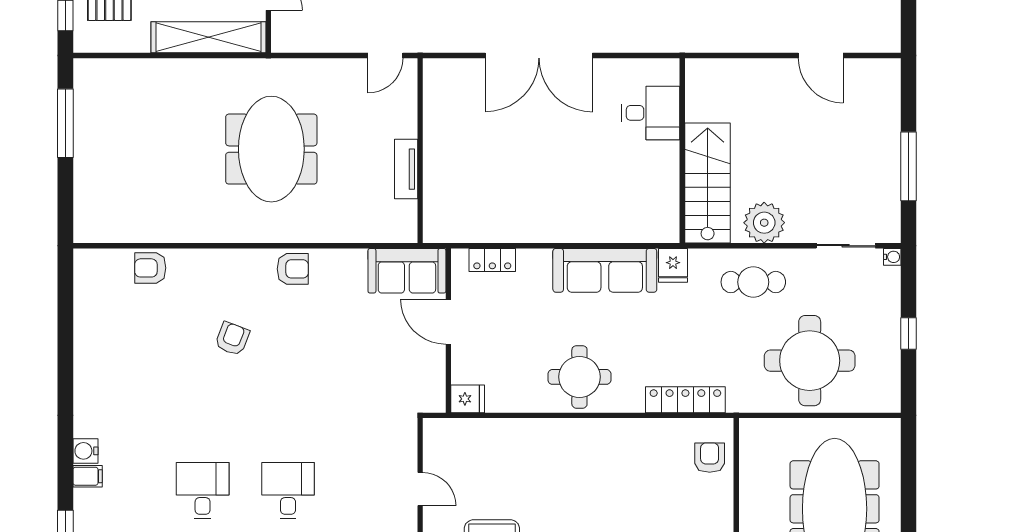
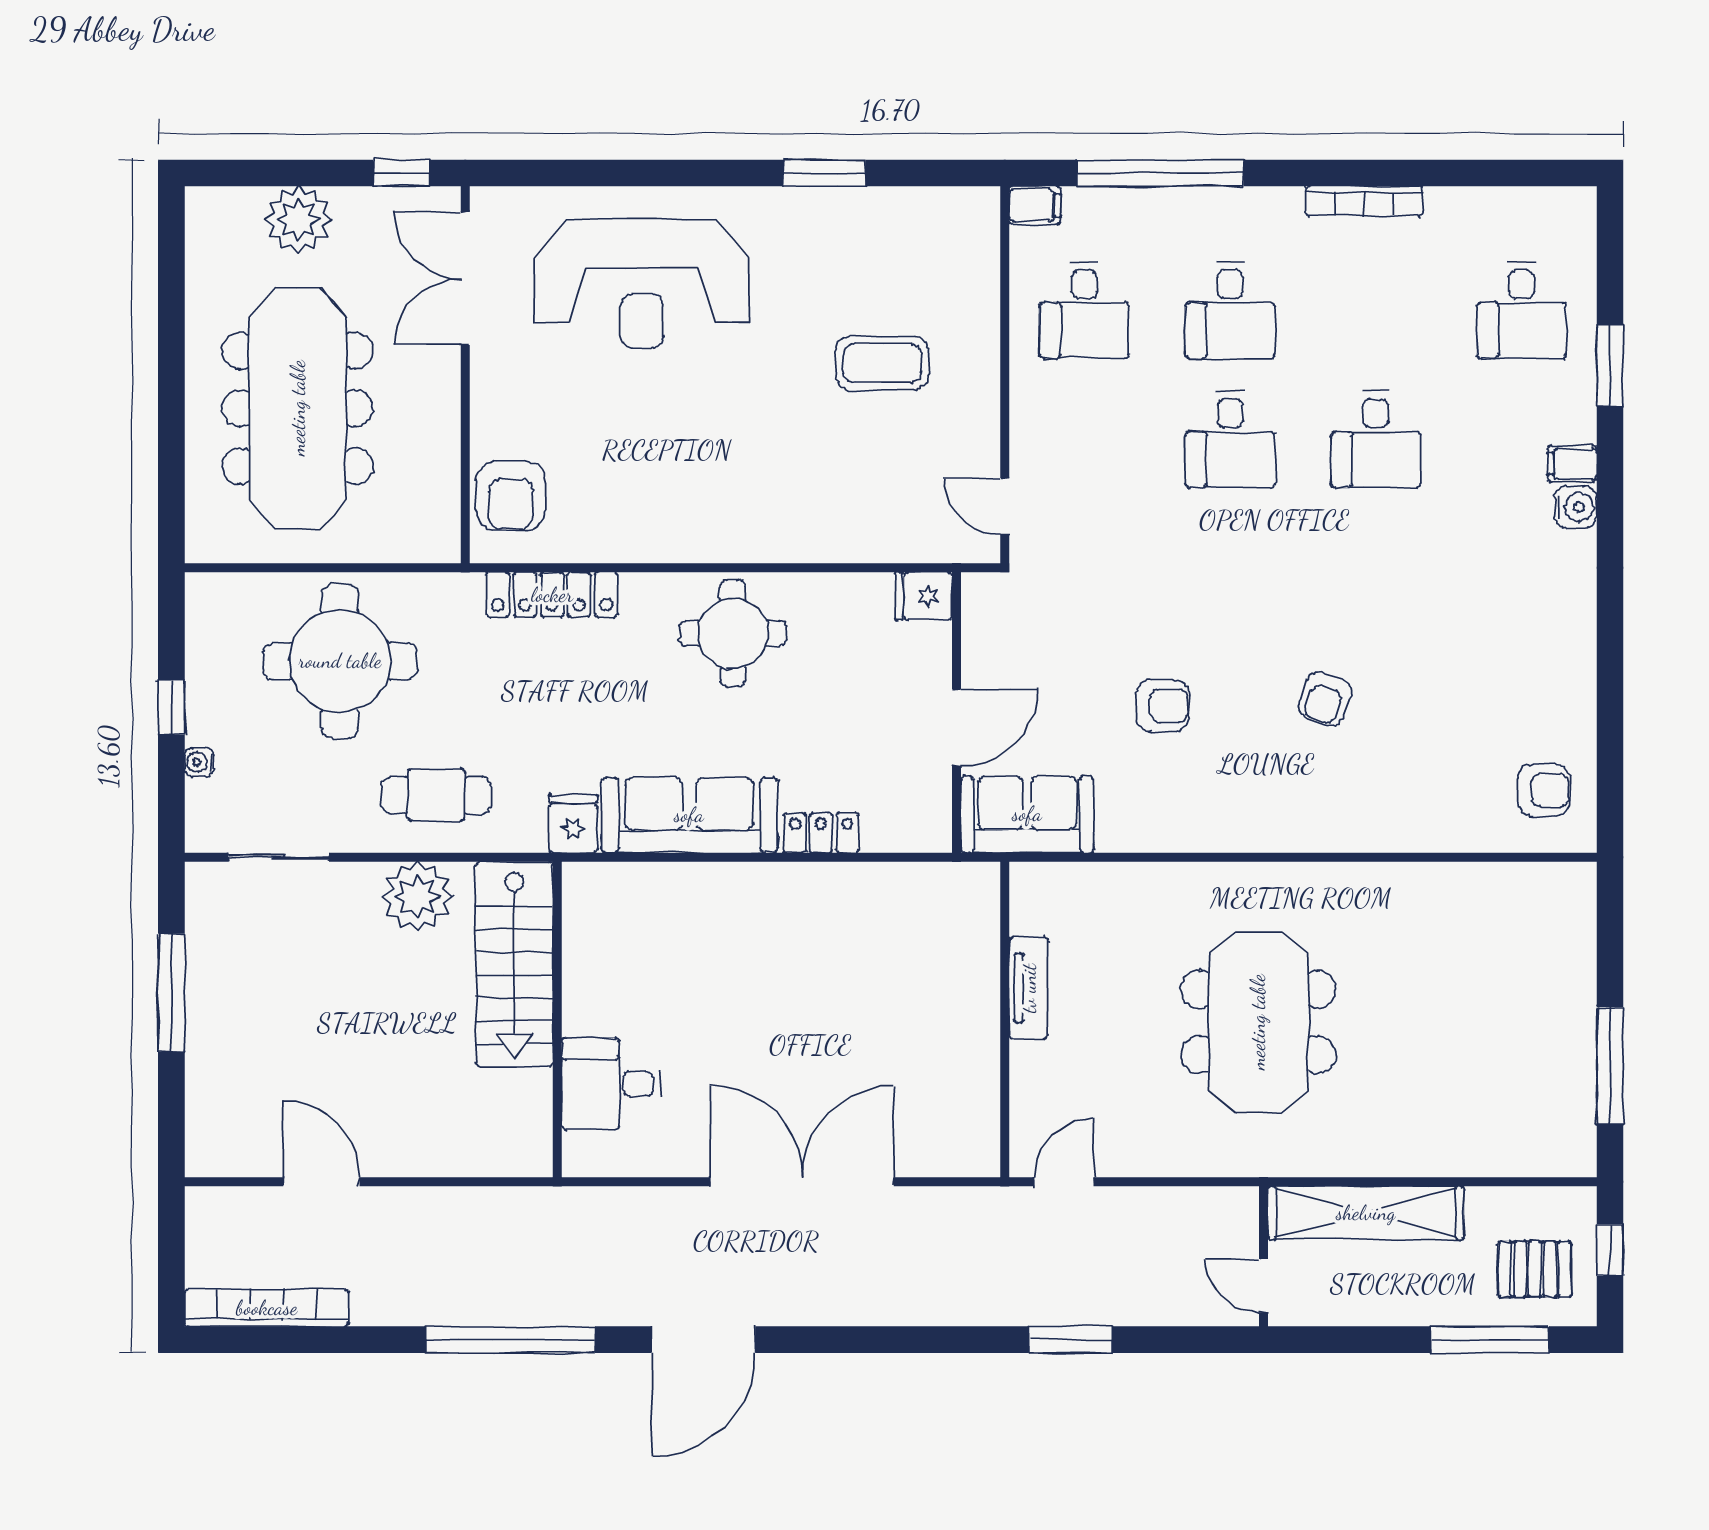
water cooler: (892, 257) -> (199, 762), moved
locker: (492, 260) -> (821, 833), moved
armchair: (150, 268) -> (1544, 790), moved
armchair: (293, 269) -> (1162, 705), moved, turned 180
door: (448, 322) -> (956, 727), hinge flipped
armchair: (710, 458) -> (511, 496), width x1.38, depth x1.38
door: (420, 489) -> (1005, 506), moved

